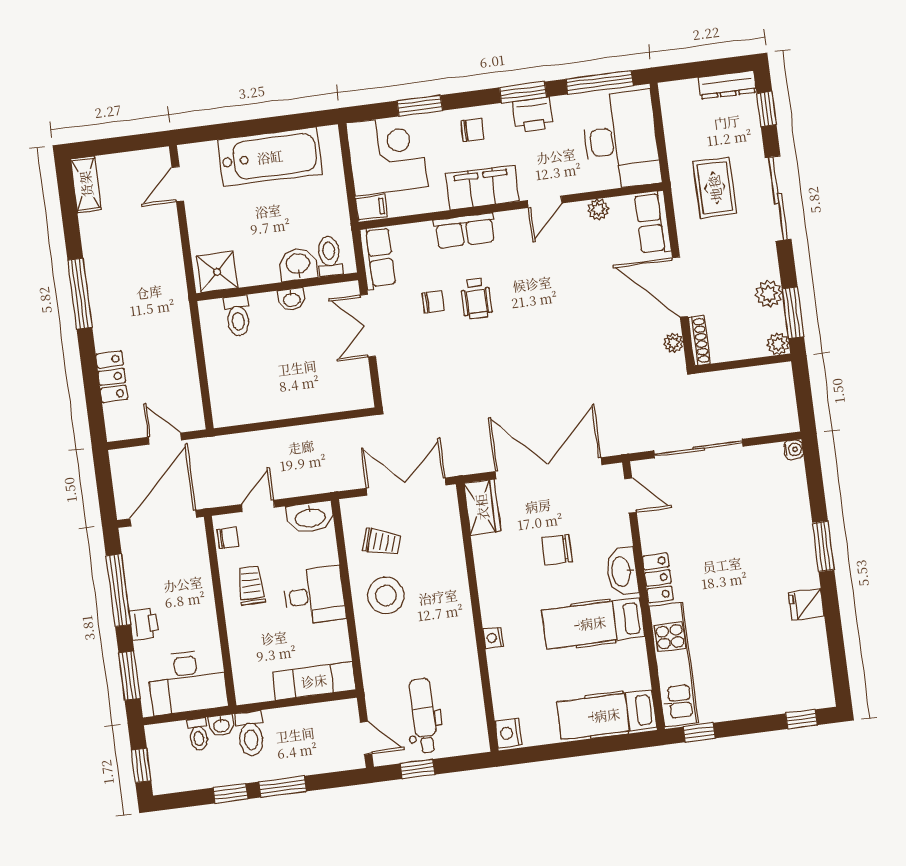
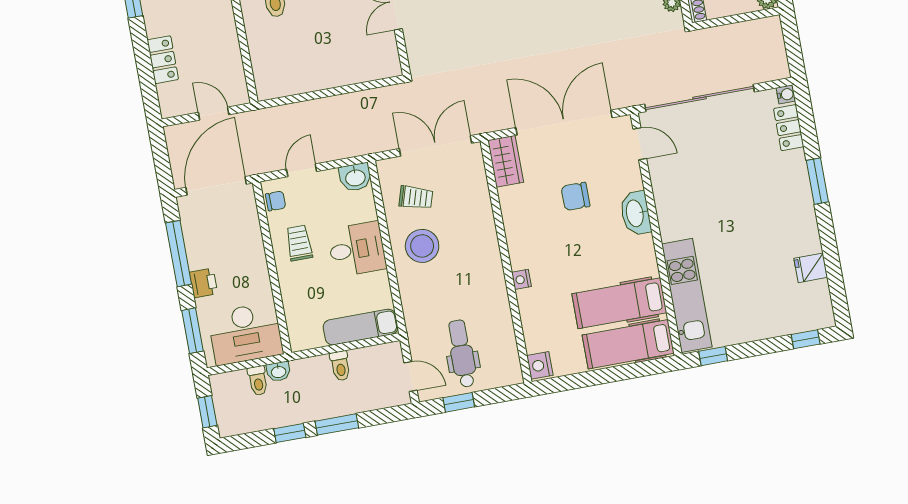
sliding door: (698, 449) -> (699, 98), width x1.36
washbasin: (310, 517) -> (355, 177), width x0.72
locker: (658, 578) -> (789, 128), moved, turned 180
fridge: (806, 605) -> (811, 268), moved
hospital bed: (593, 623) -> (619, 303), moved
toilet: (251, 734) -> (340, 366), moved, width x0.73, depth x0.72

